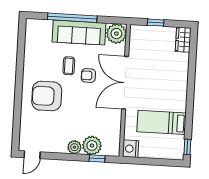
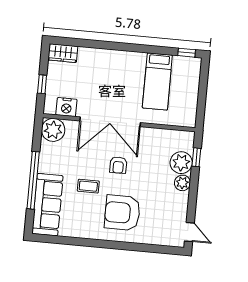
sofa: (79, 33) -> (47, 205), moved
armchair: (88, 75) -> (118, 165), moved
armchair: (47, 96) -> (122, 213), turned 90
nightstand: (131, 149) -> (66, 107), moved

